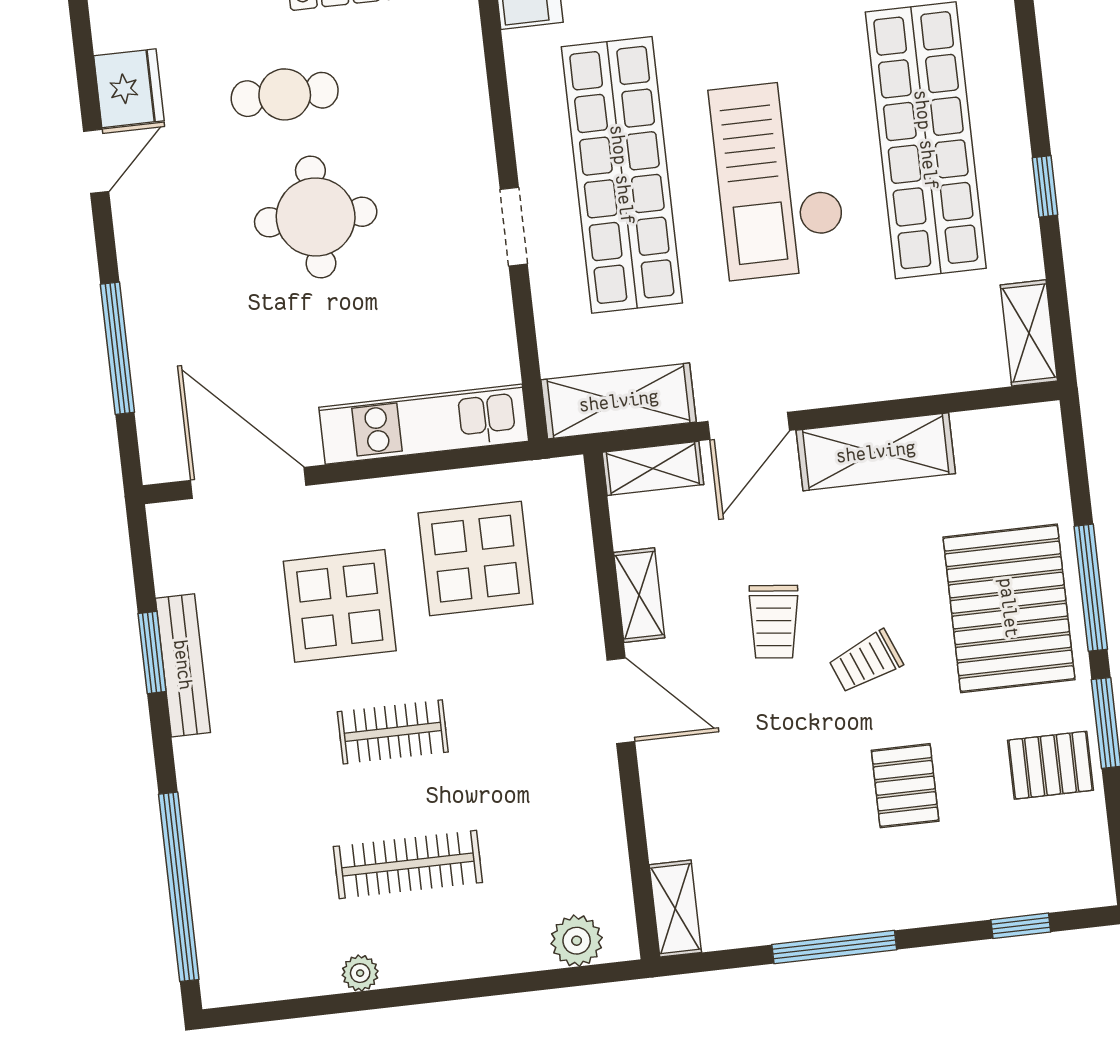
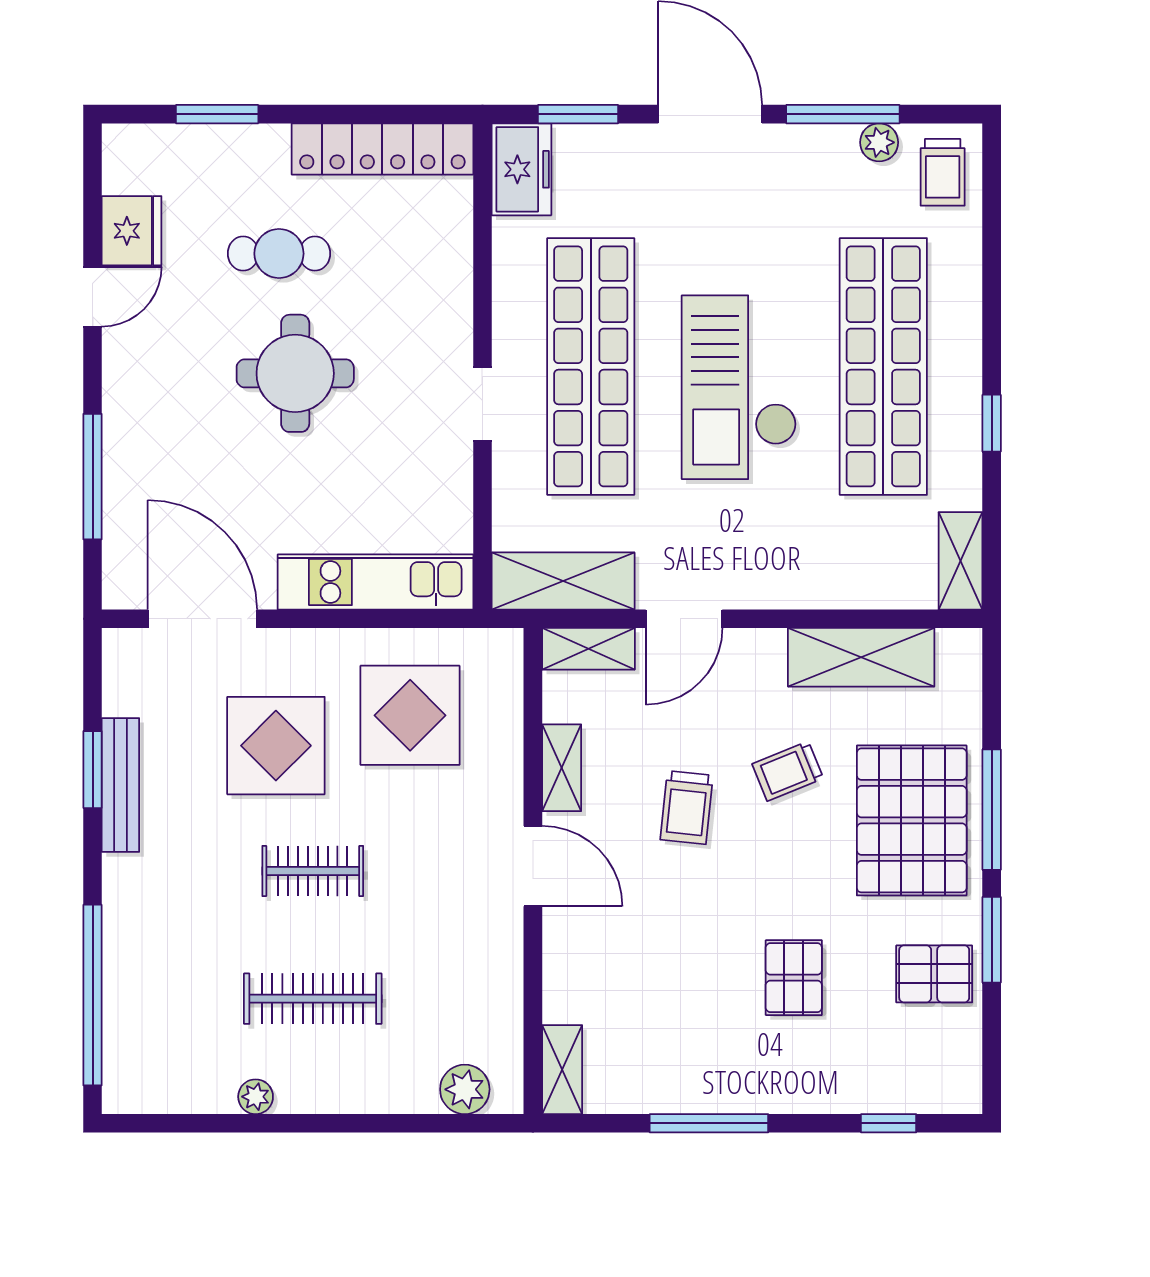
shelving: (876, 452) -> (861, 657), moved
trolley: (866, 662) -> (788, 771), moved

